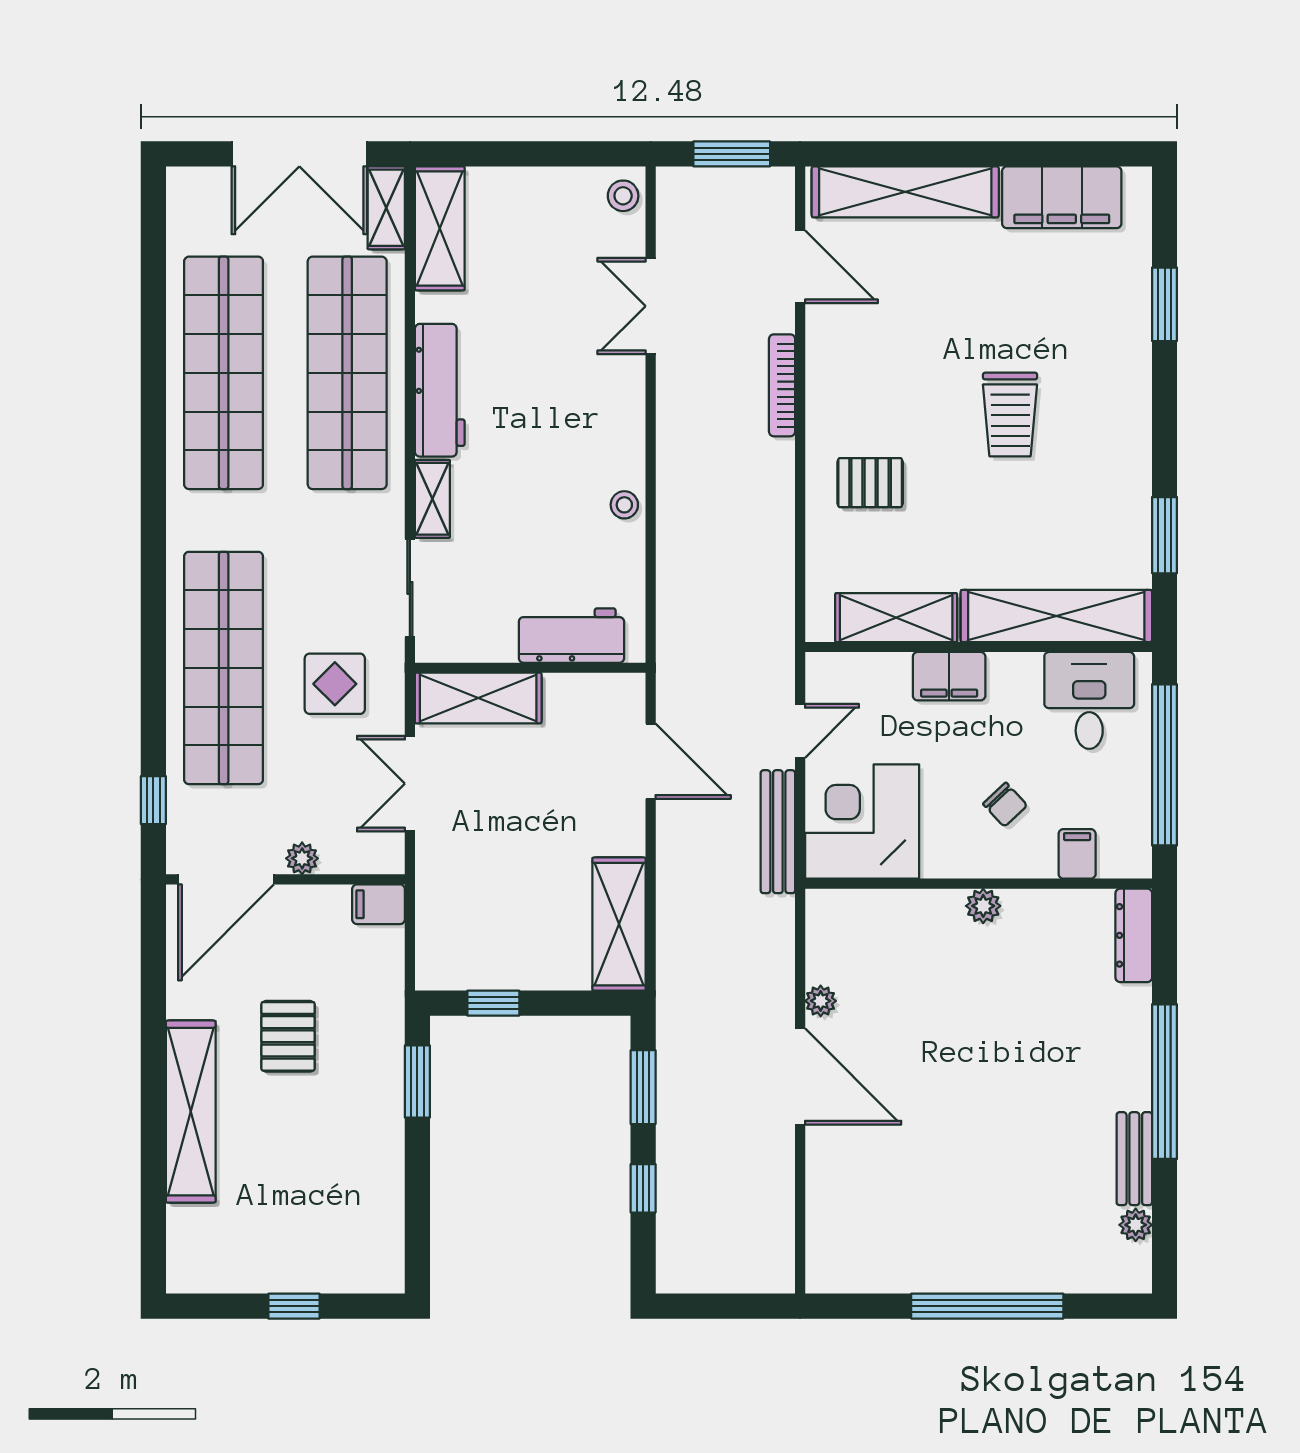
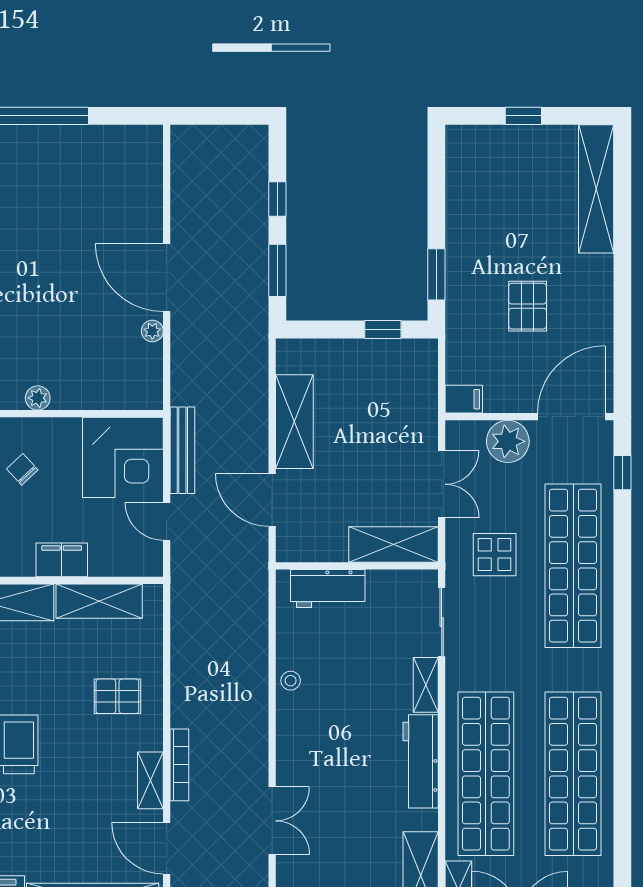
shelving: (823, 363) -> (150, 780), added
door: (800, 731) -> (167, 521), hinge flipped
plant: (302, 858) -> (508, 441), width x1.87, depth x1.87
shelving: (619, 924) -> (294, 422), moved
shelving: (191, 1112) -> (596, 189), moved

